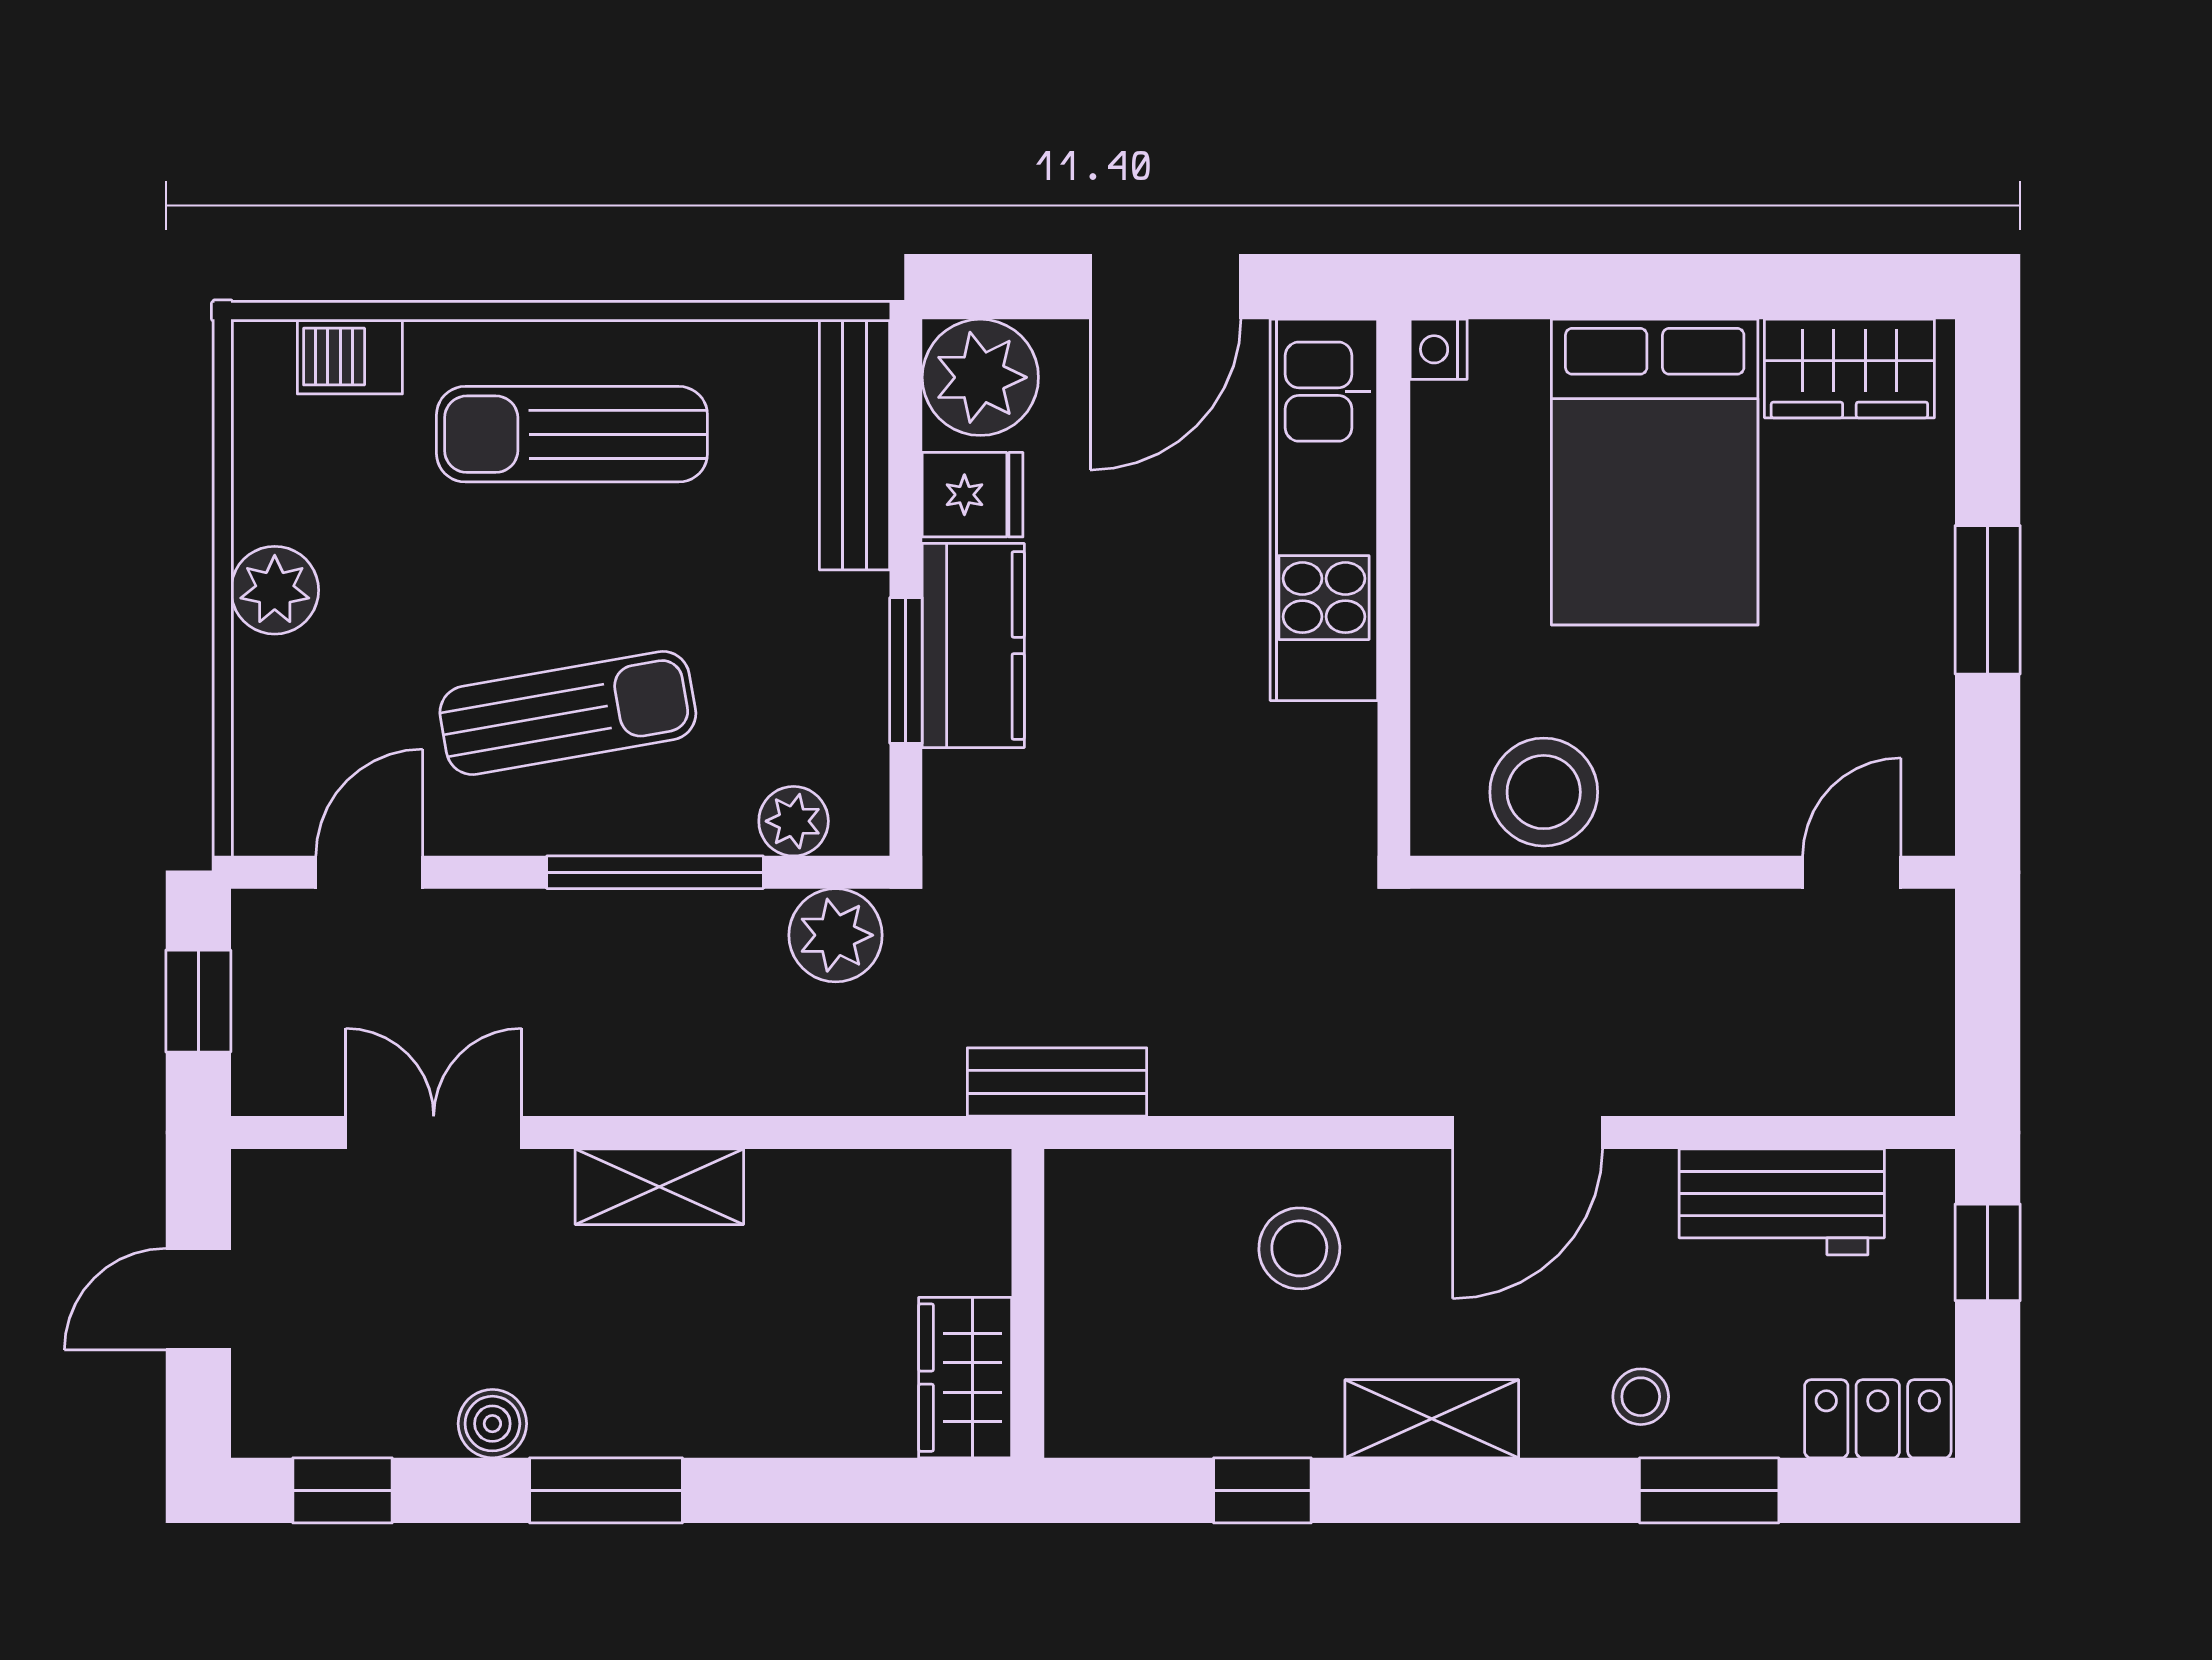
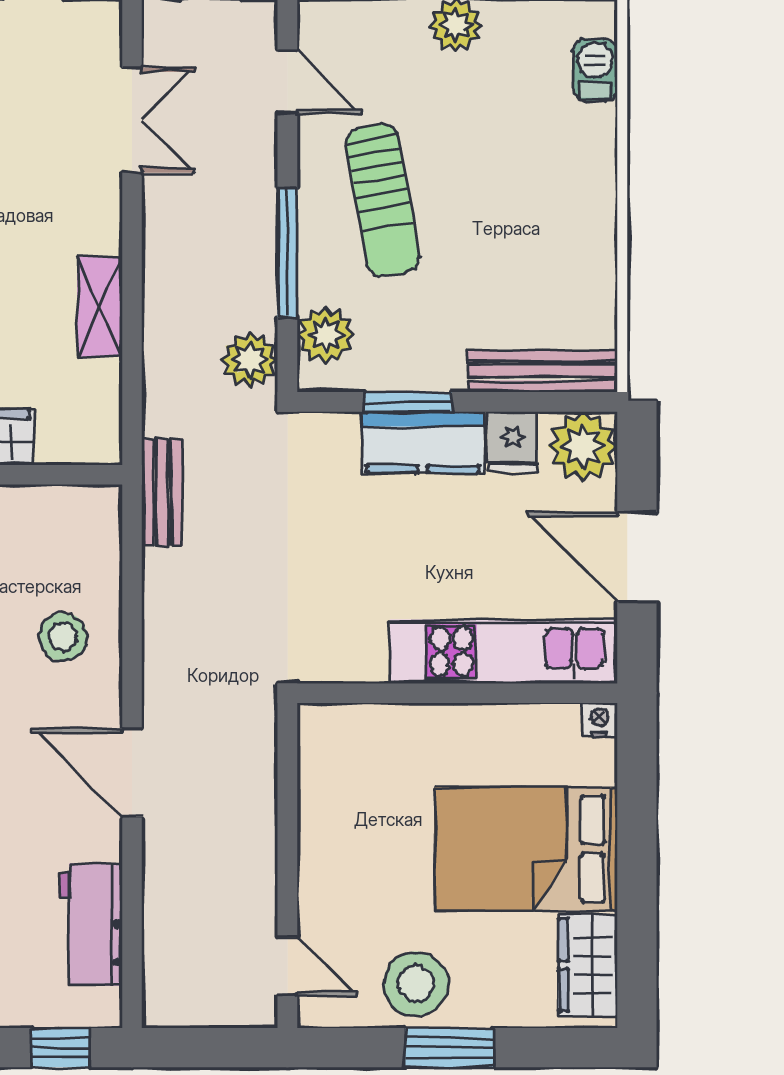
sun lounger: (572, 434) -> (549, 203), removed
stool: (1544, 792) -> (416, 984), moved
plant: (794, 821) -> (326, 335), width x1.38, depth x1.38
shelving: (659, 1187) -> (100, 307), moved

